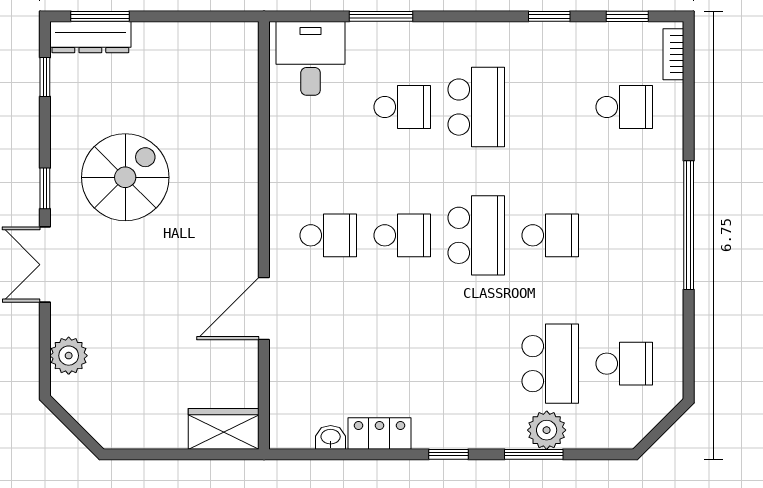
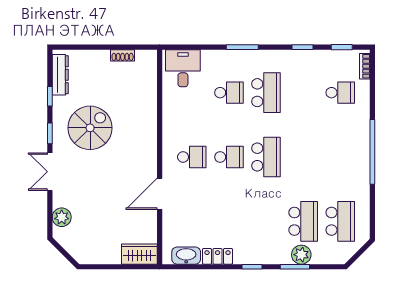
window: (100, 16) -> (77, 47), removed
window: (381, 16) -> (242, 47), moved
shoe rack: (190, 33) -> (123, 55), added
dresser: (90, 37) -> (60, 75), moved, turned -90
window: (45, 77) -> (50, 96), moved
school desk: (550, 235) -> (303, 157), removed
school desk: (624, 364) -> (340, 221), width x1.85
washbasin: (331, 437) -> (186, 256), width x1.91, depth x1.45

